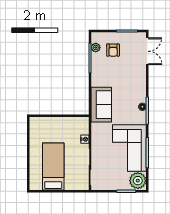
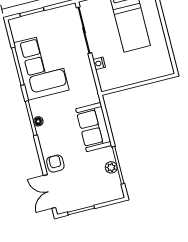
plant: (96, 48) -> (111, 167), moved
armchair: (113, 50) -> (55, 164), moved
sofa: (101, 105) -> (94, 127), moved
plant: (138, 181) -> (21, 29), removed

